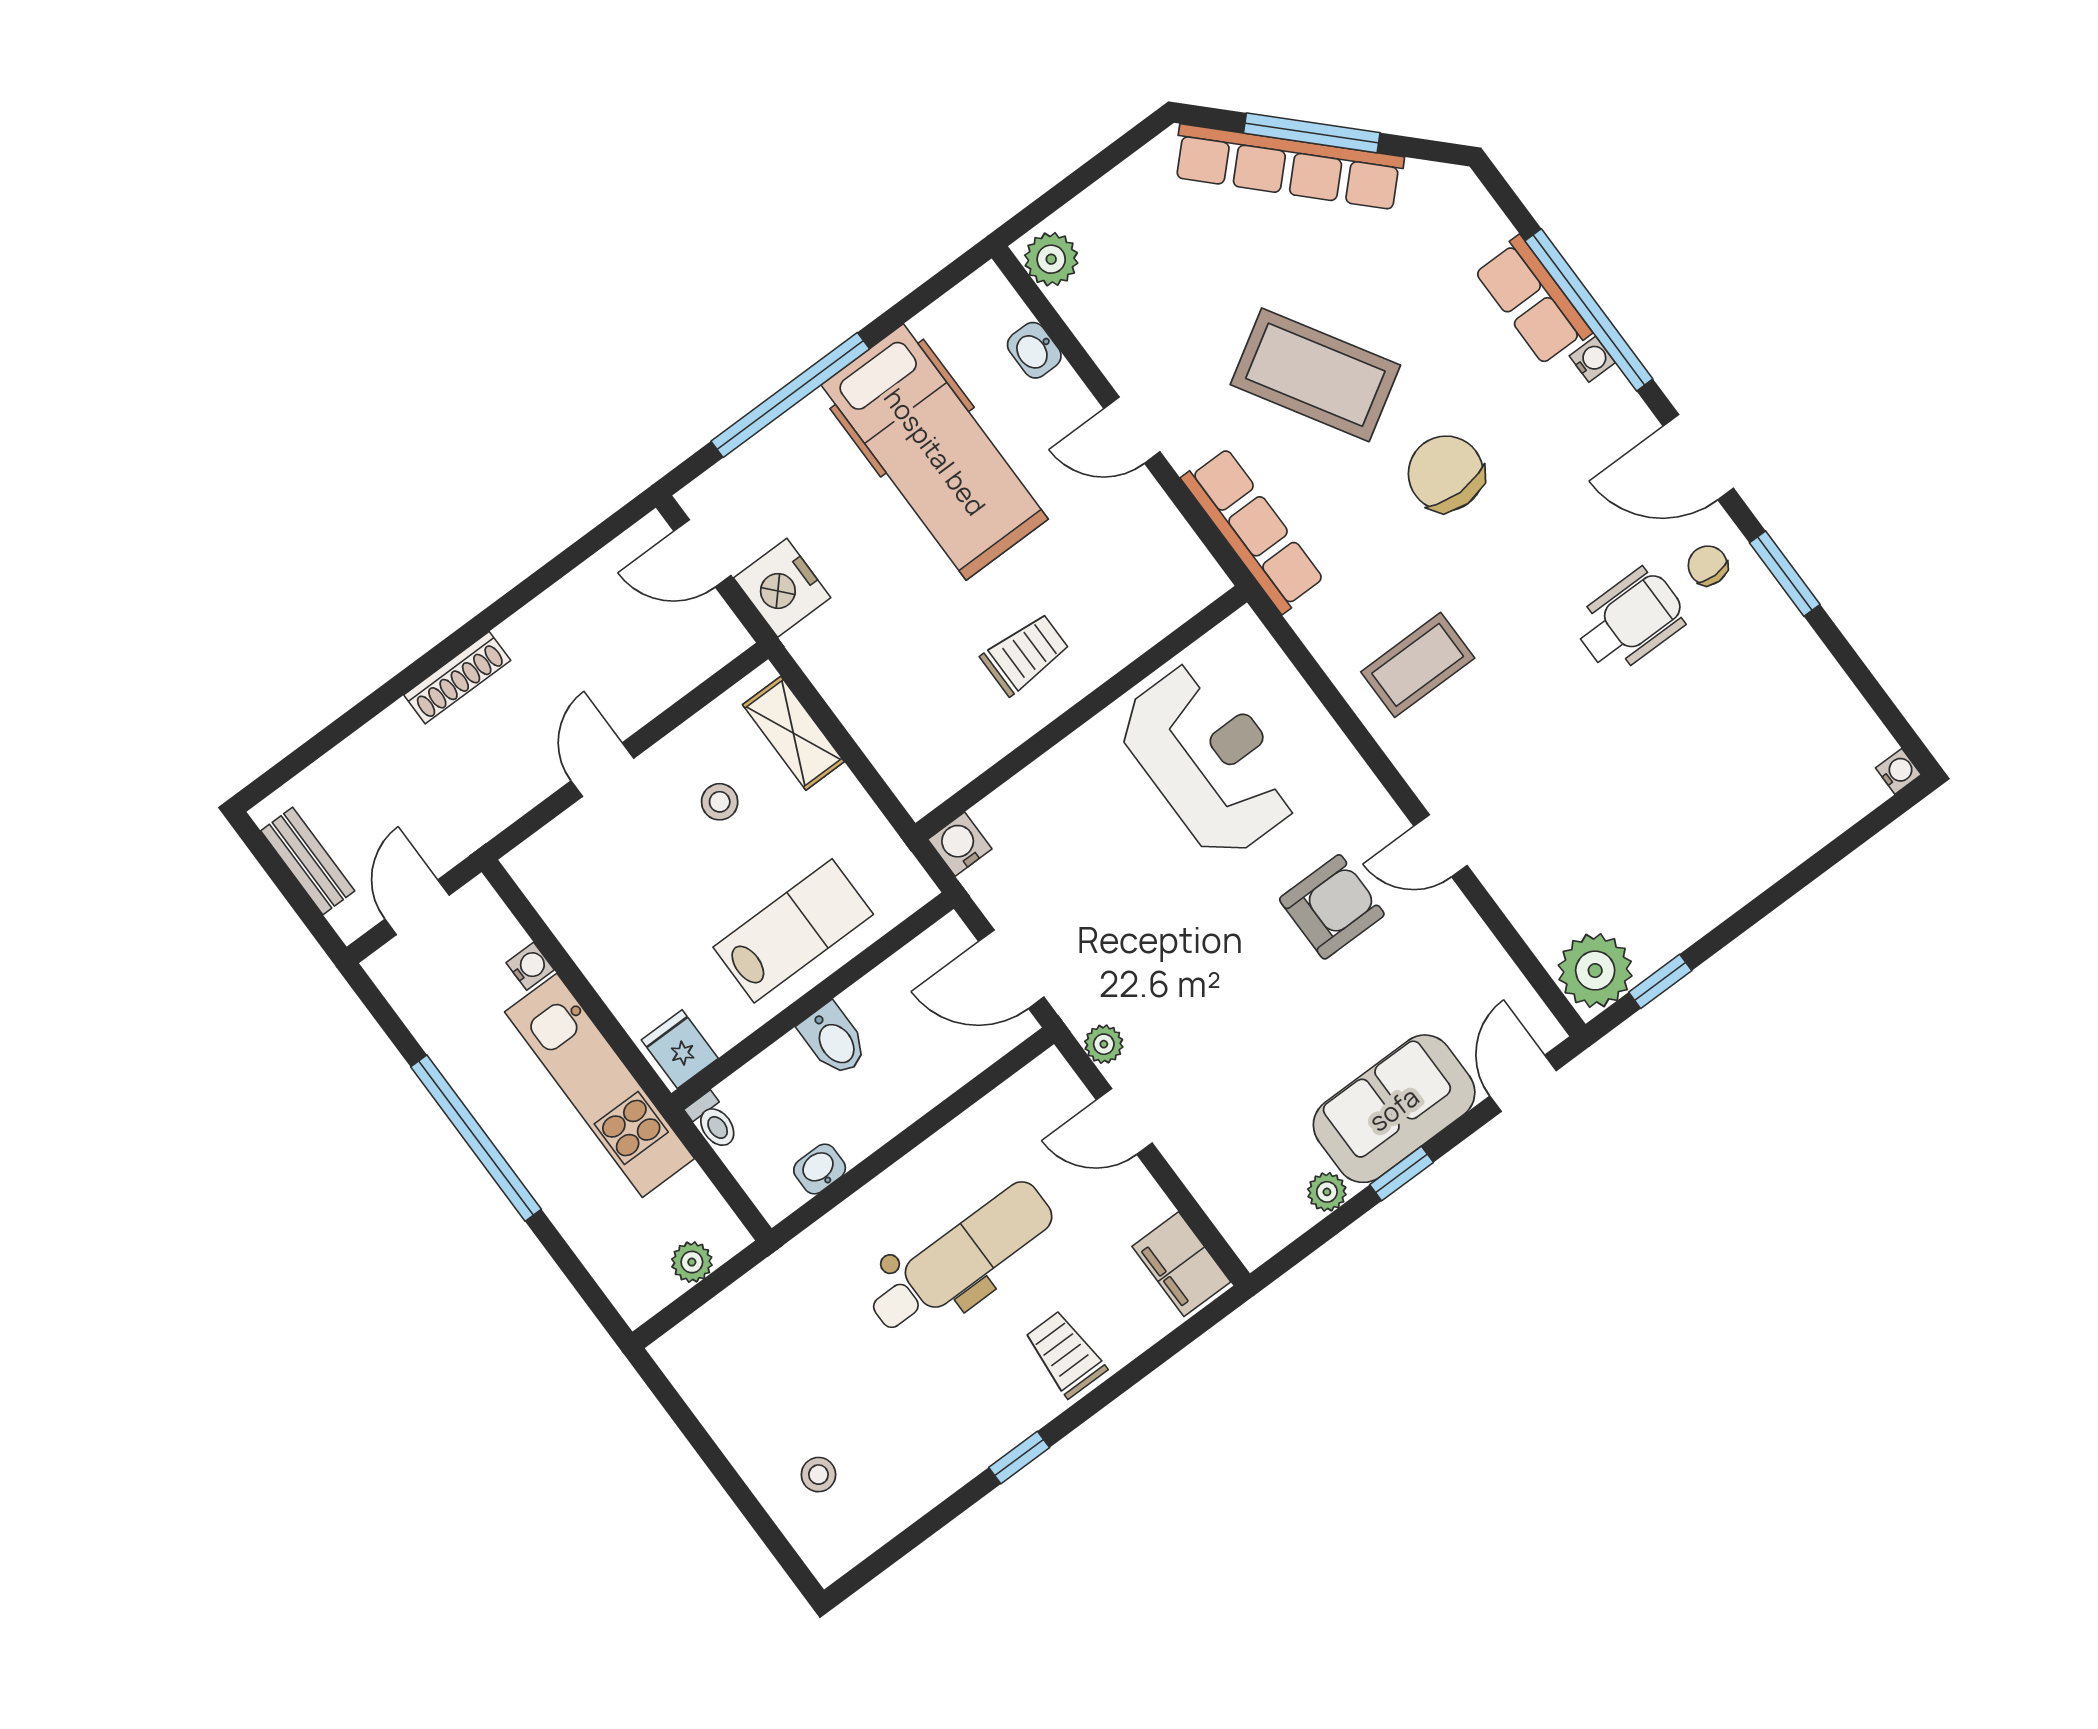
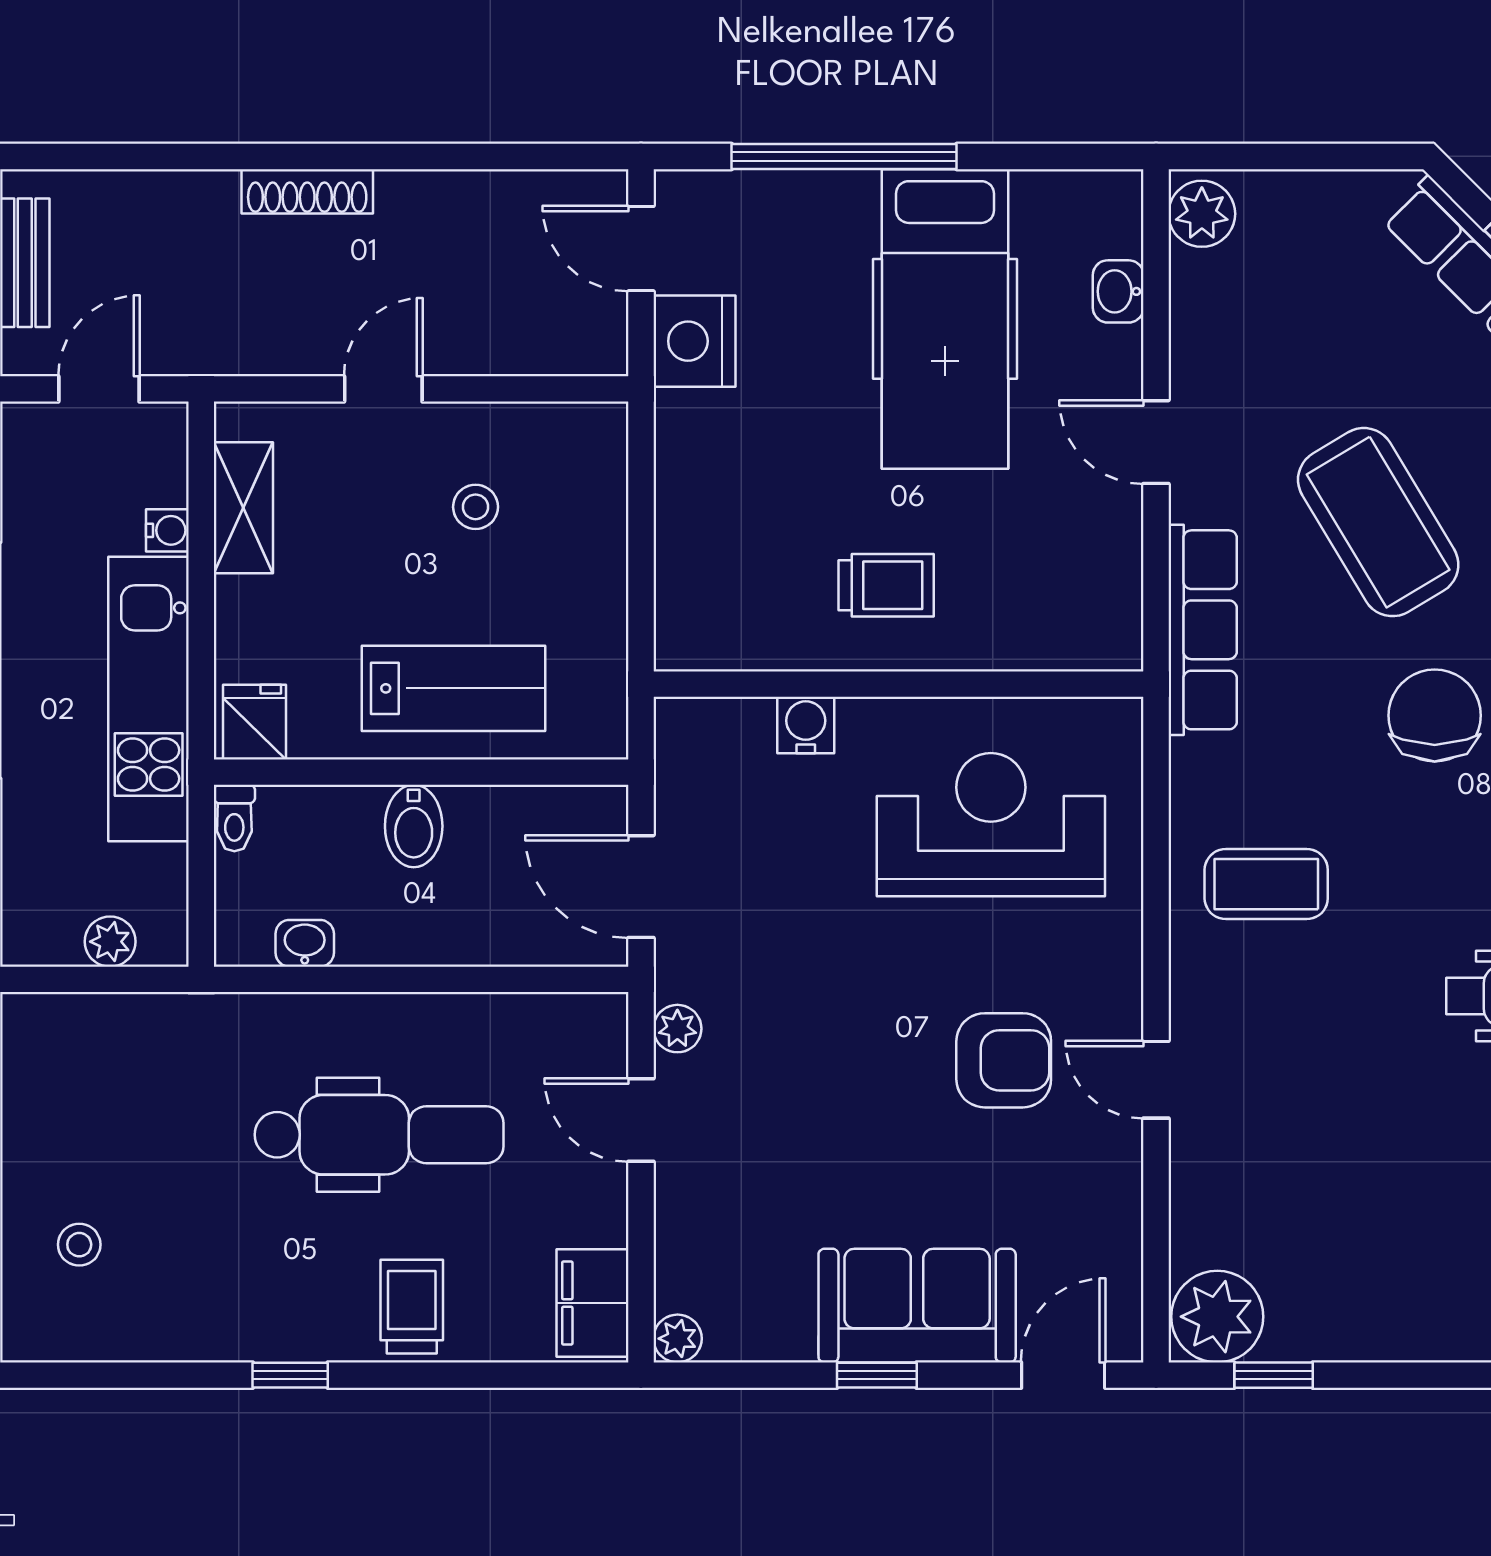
shelving: (793, 733) -> (243, 508), moved
reception desk: (1209, 759) -> (991, 825), turned -90
water cooler: (960, 844) -> (806, 725), moved
plant: (1327, 1192) -> (678, 1339), moved

